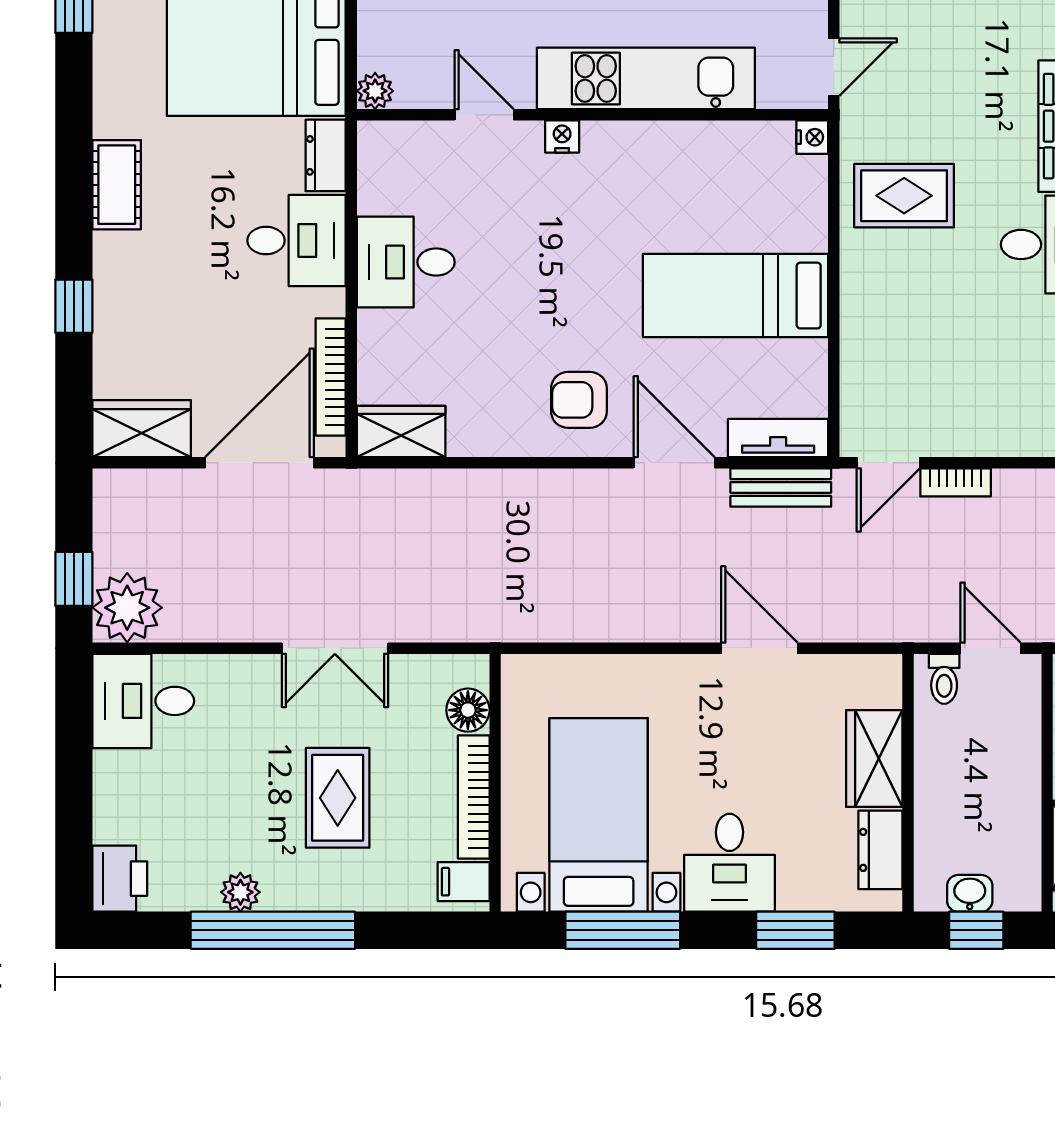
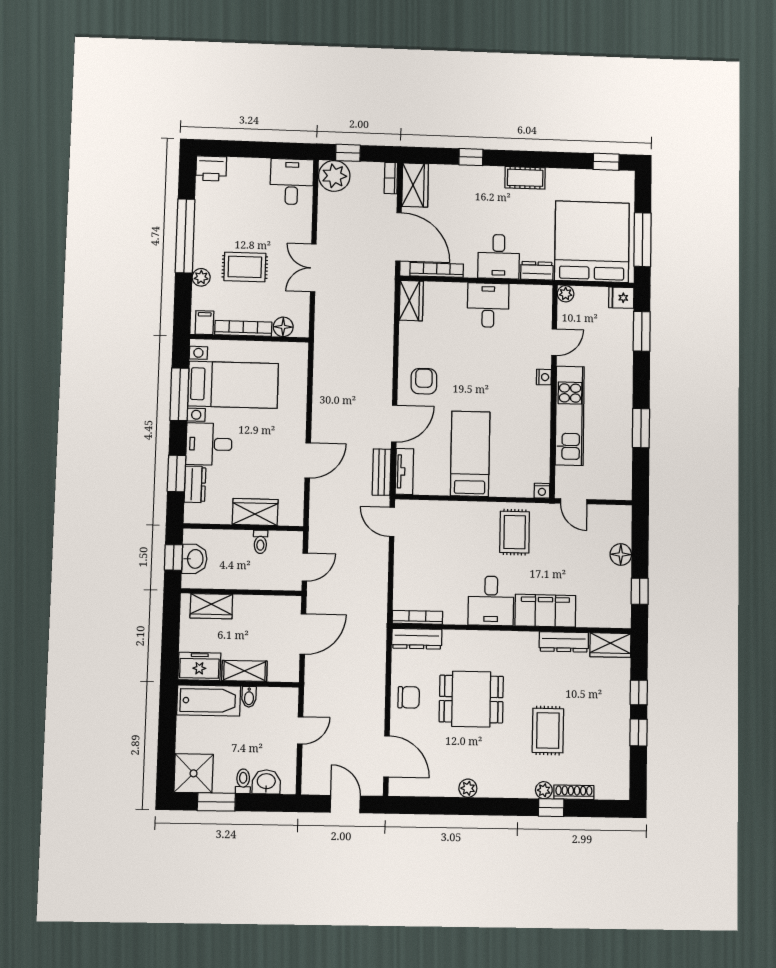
bookcase: (956, 482) -> (391, 178), moved
toilet: (944, 679) -> (260, 542), moved, turned -90
dresser: (880, 850) -> (195, 484), moved, turned 90
plant: (240, 892) -> (201, 277), moved
washbasin: (970, 893) -> (195, 559), width x1.38, depth x1.45

